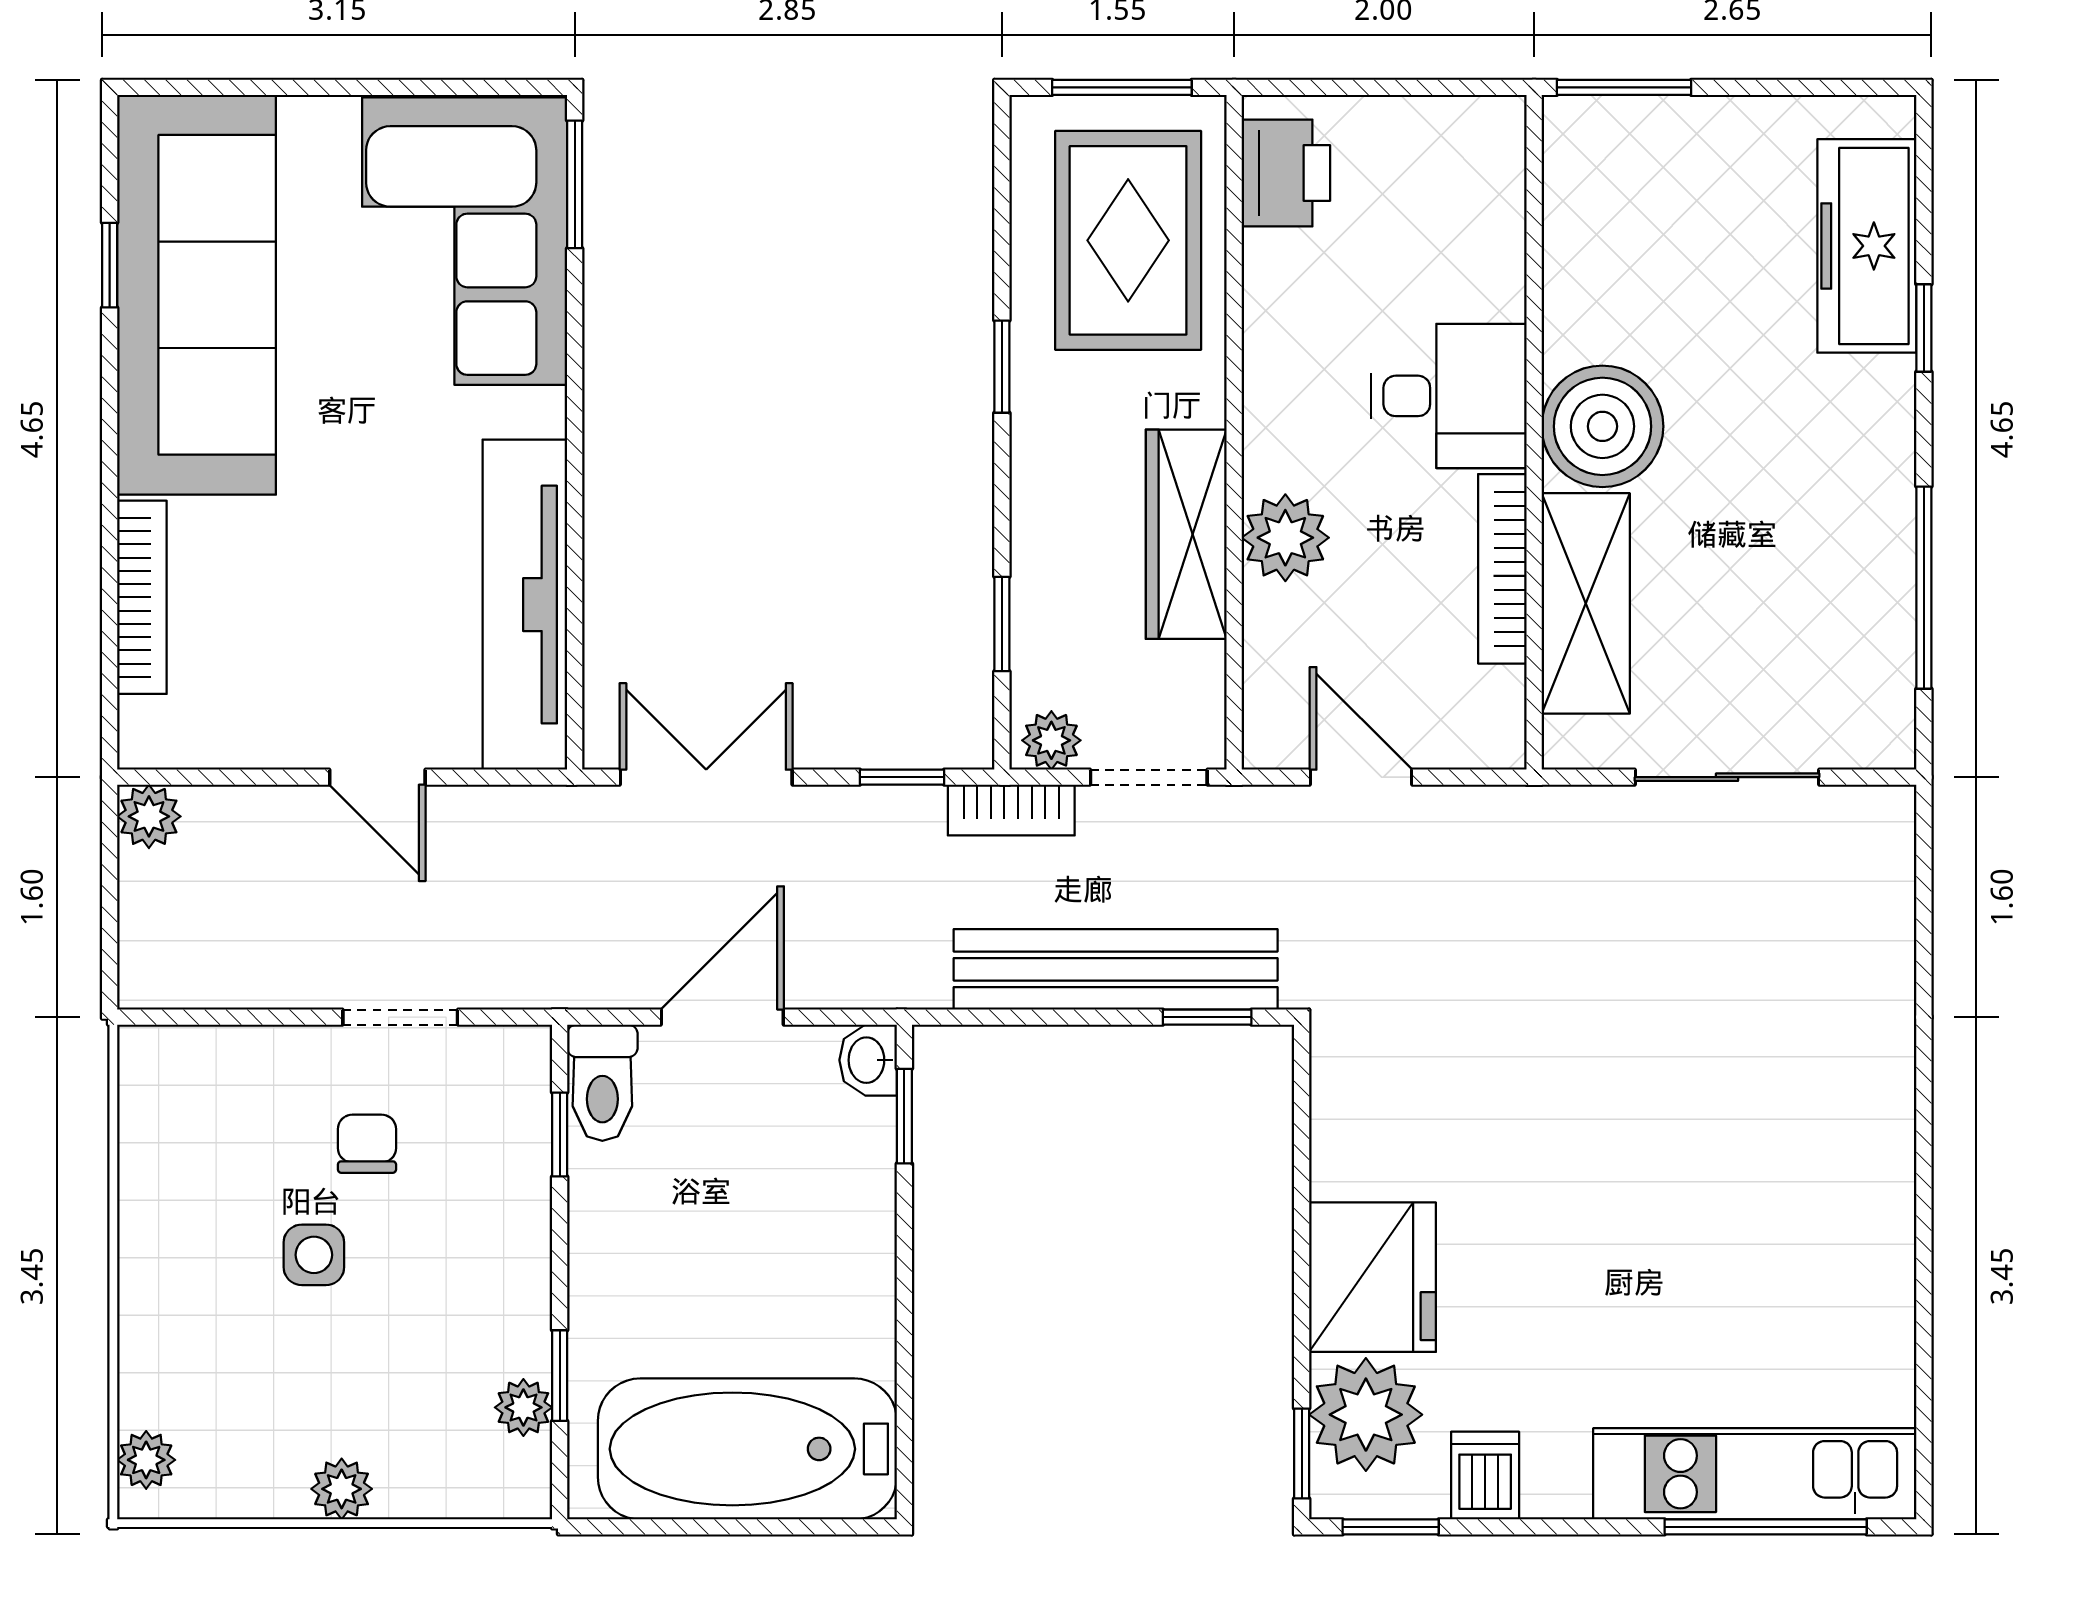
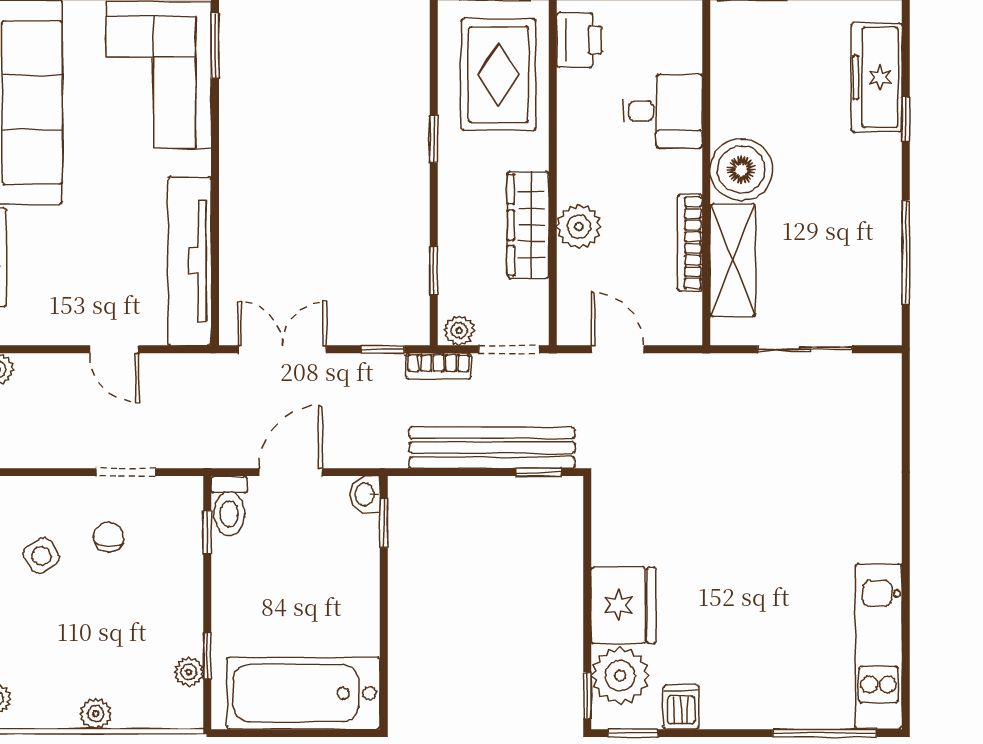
desk: (1449, 396) -> (663, 111), moved
side table: (314, 1255) -> (41, 556), moved, turned -33
kitchen unit: (1755, 1474) -> (879, 646), moved, turned -90

